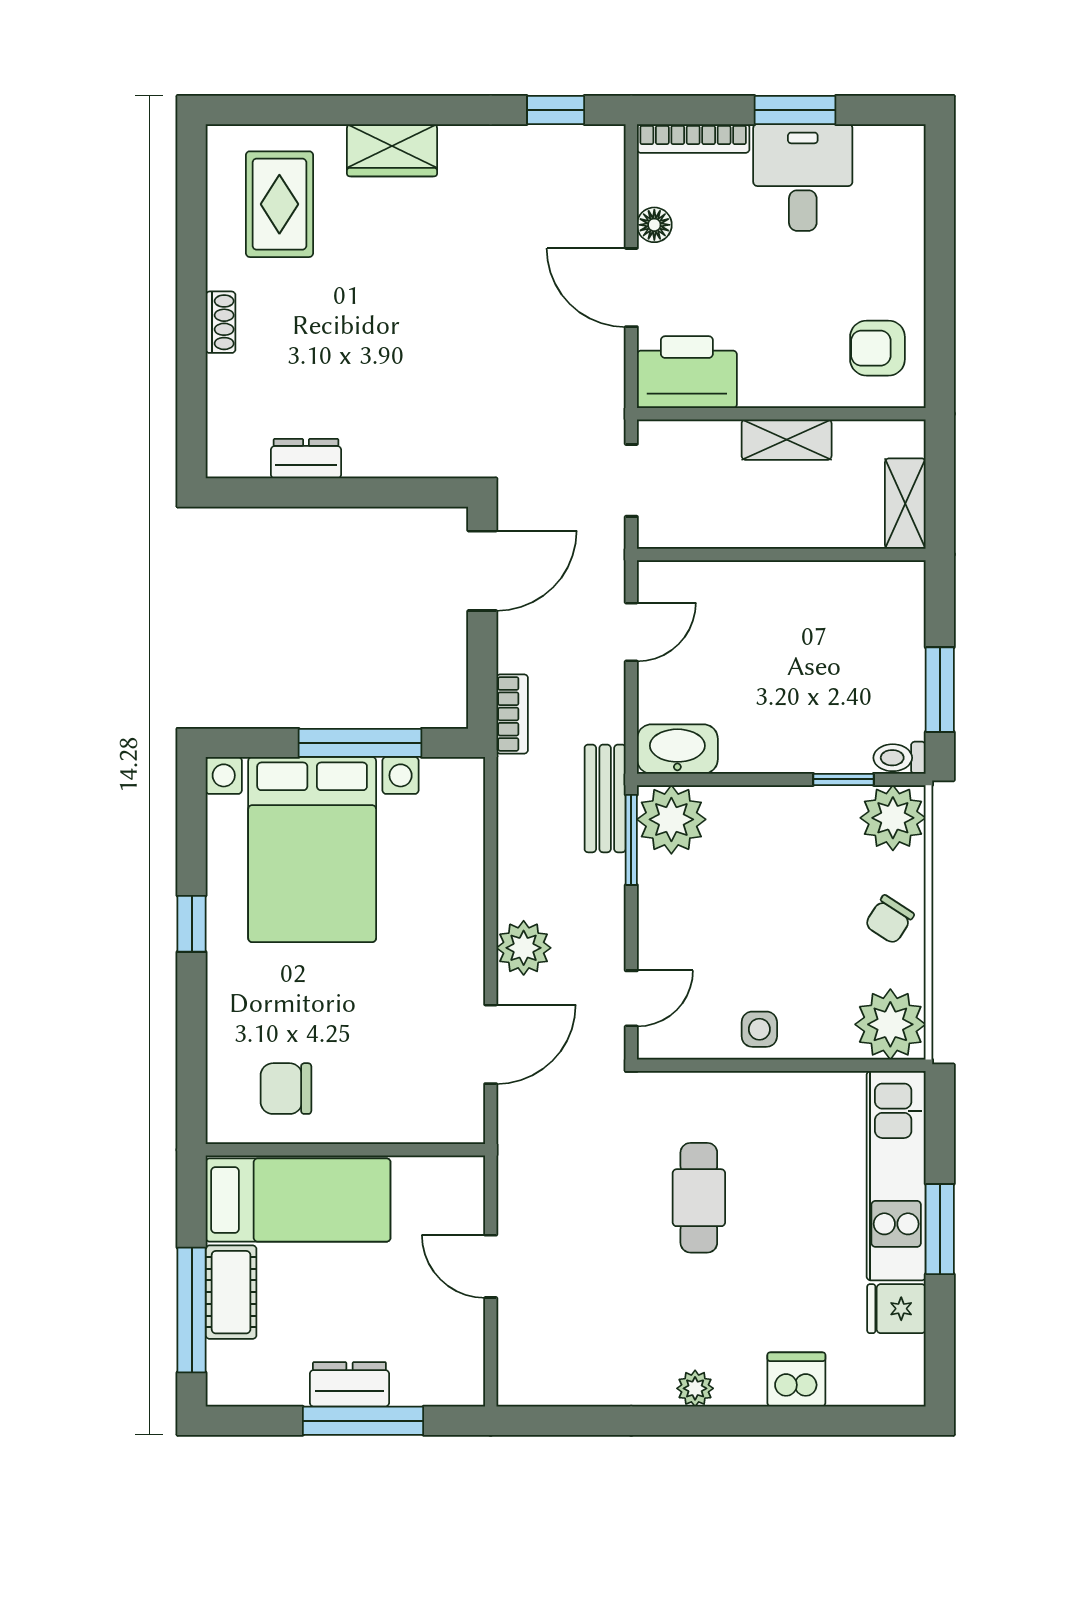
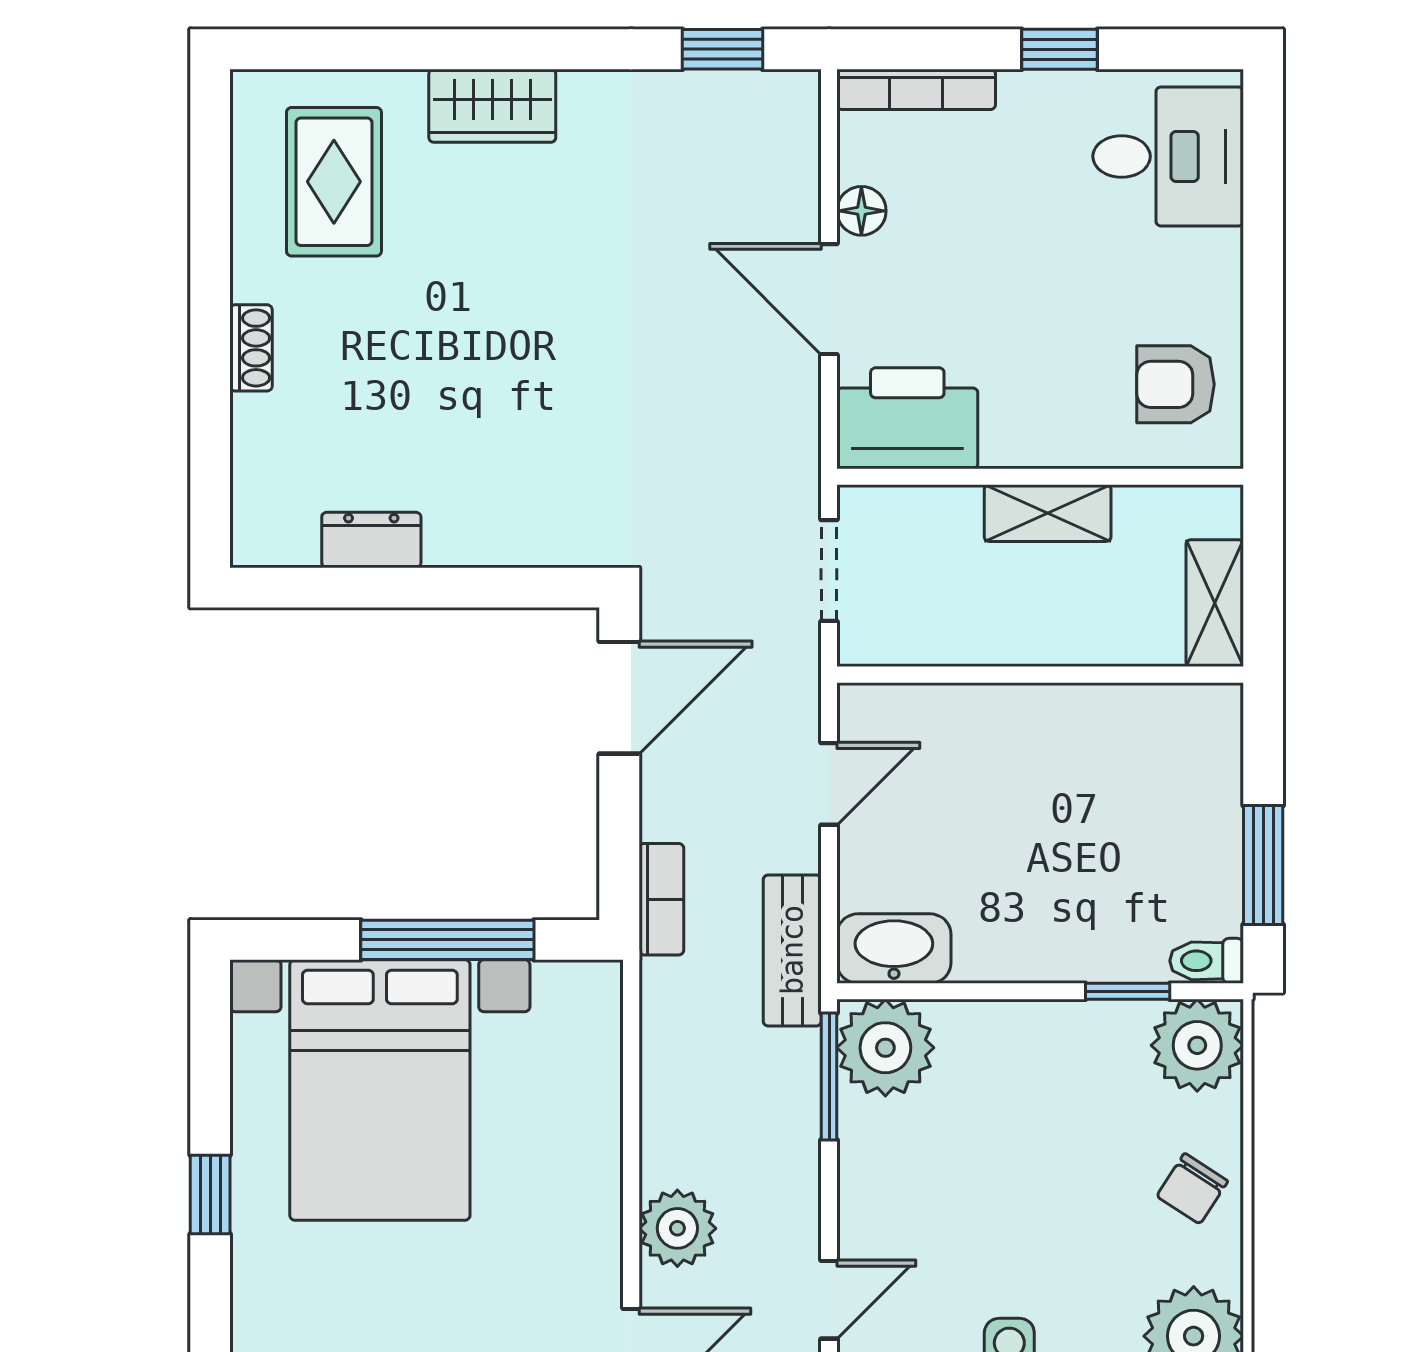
window: (795, 110) -> (1060, 49), width x0.67
desk: (803, 177) -> (1168, 156), moved, turned 90
bench: (605, 798) -> (792, 950), moved

